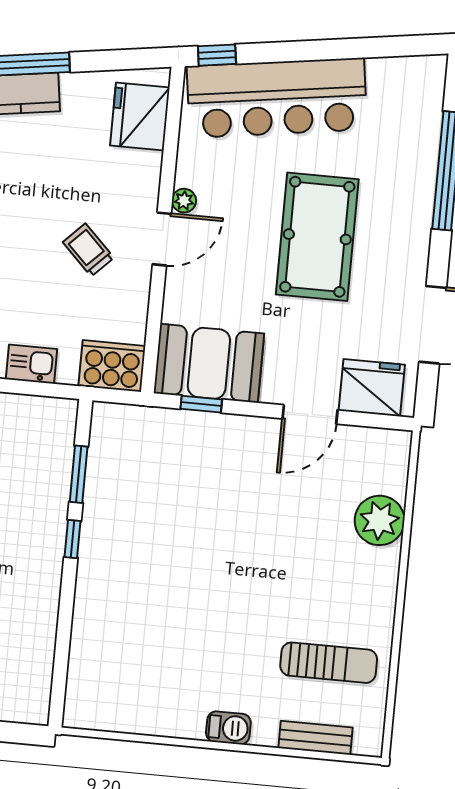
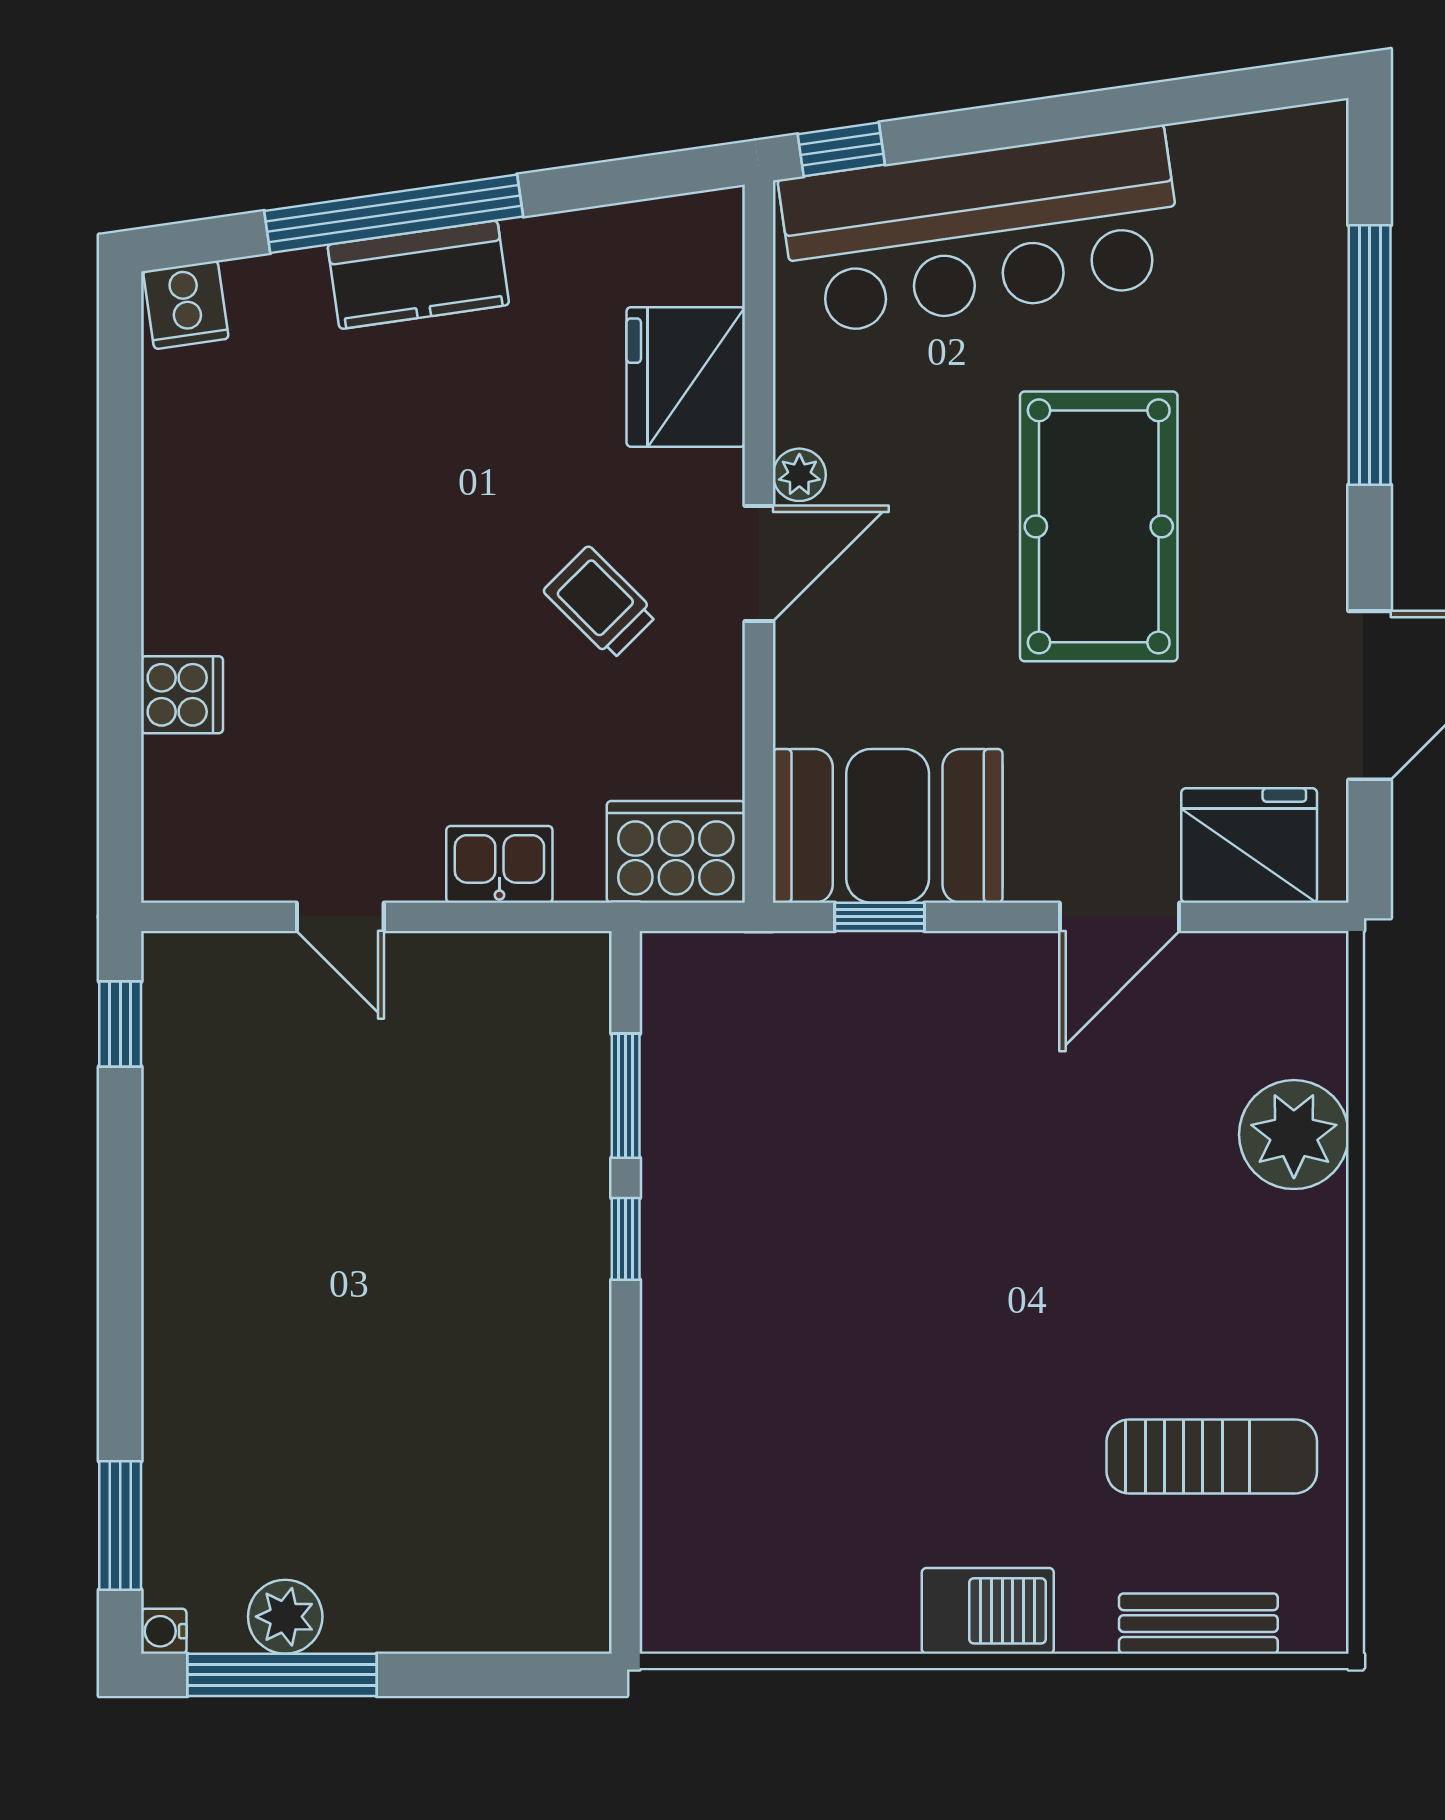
fridge: (140, 117) -> (686, 377), moved
barbecue: (228, 728) -> (988, 1611), width x1.38, depth x1.27

